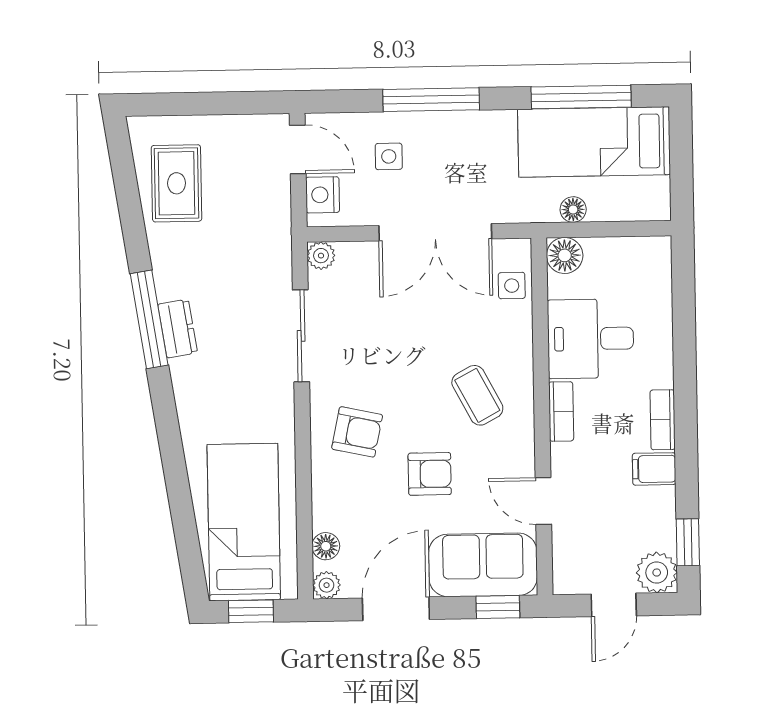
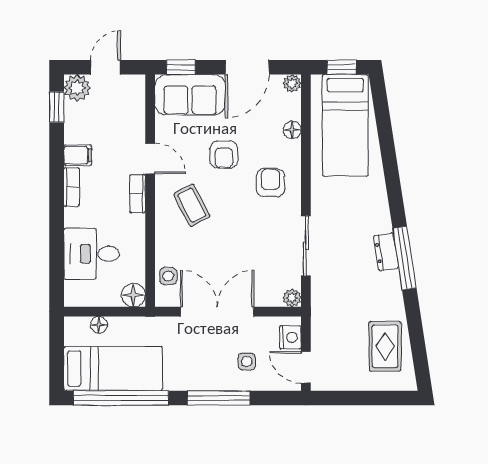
window: (581, 97) -> (121, 398), width x1.46
floor lamp: (573, 210) -> (99, 325), moved
desk: (591, 339) -> (91, 254), moved, turned 180
armchair: (357, 432) -> (270, 183), turned 78
armchair: (430, 474) -> (224, 155), turned -90
door: (543, 501) -> (150, 159), moved
floor lamp: (326, 546) -> (292, 130), moved

